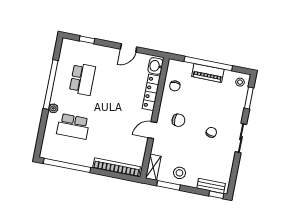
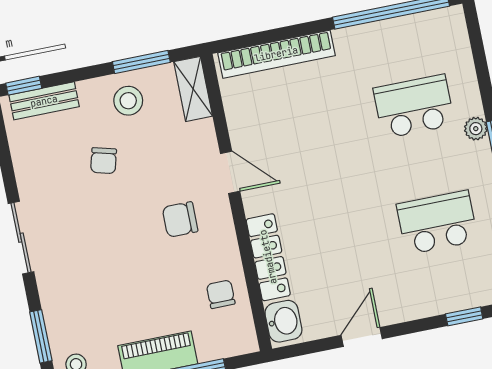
school desk: (82, 79) -> (437, 222), turned 90
door: (152, 130) -> (230, 172), hinge flipped
chair: (211, 132) -> (104, 161), moved

